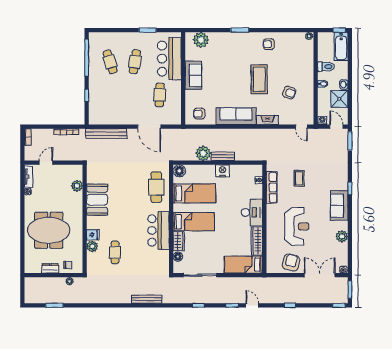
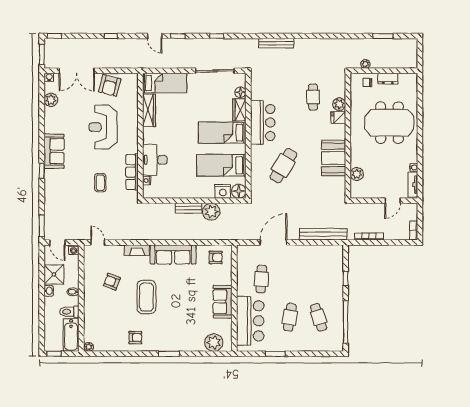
bathtub: (341, 46) -> (71, 335), moved, turned 180
door: (149, 127) -> (273, 242), hinge flipped
nightstand: (223, 171) -> (223, 191), moved
cafe table: (156, 187) -> (283, 166), moved, turned 31
desk: (252, 212) -> (155, 160), moved
plant: (342, 236) -> (51, 100), moved

